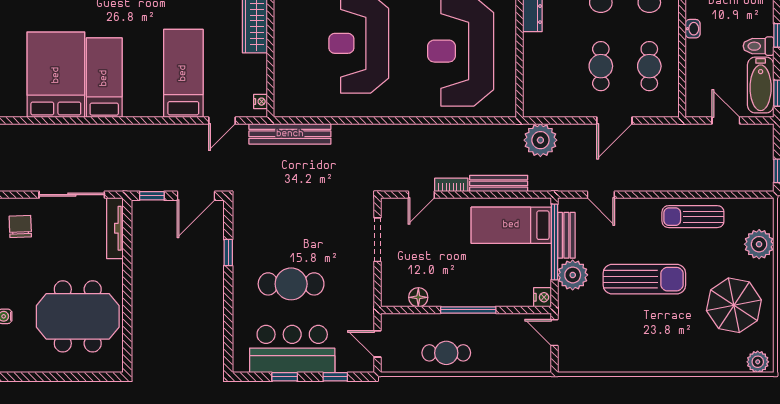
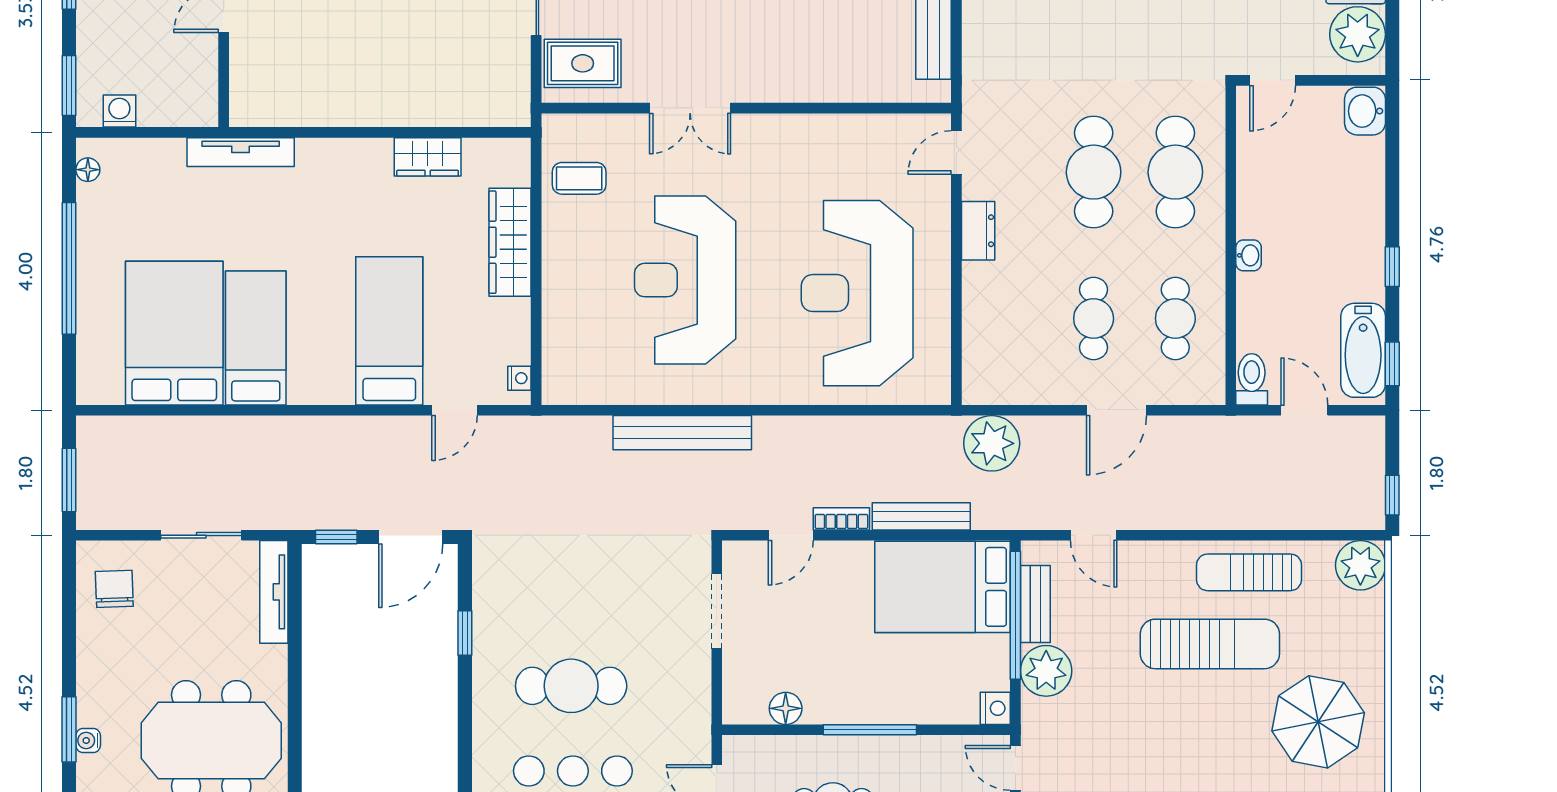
toilet: (759, 46) -> (1252, 379), moved, turned 90
bench: (290, 134) -> (682, 433), moved
sliding door: (72, 195) -> (201, 535), width x0.73
bed: (511, 225) -> (943, 587), width x1.50
plant: (759, 244) -> (1360, 565), moved
sun lounger: (644, 279) -> (1210, 644), moved

